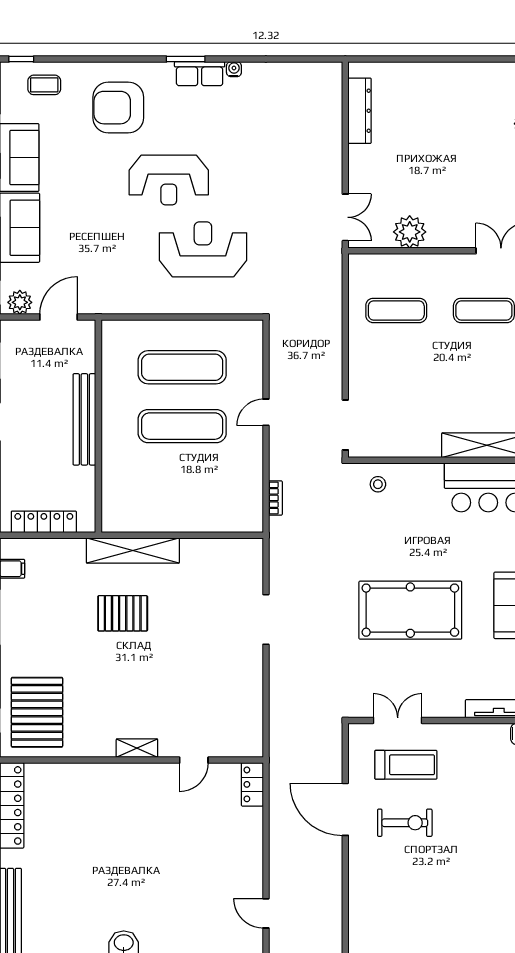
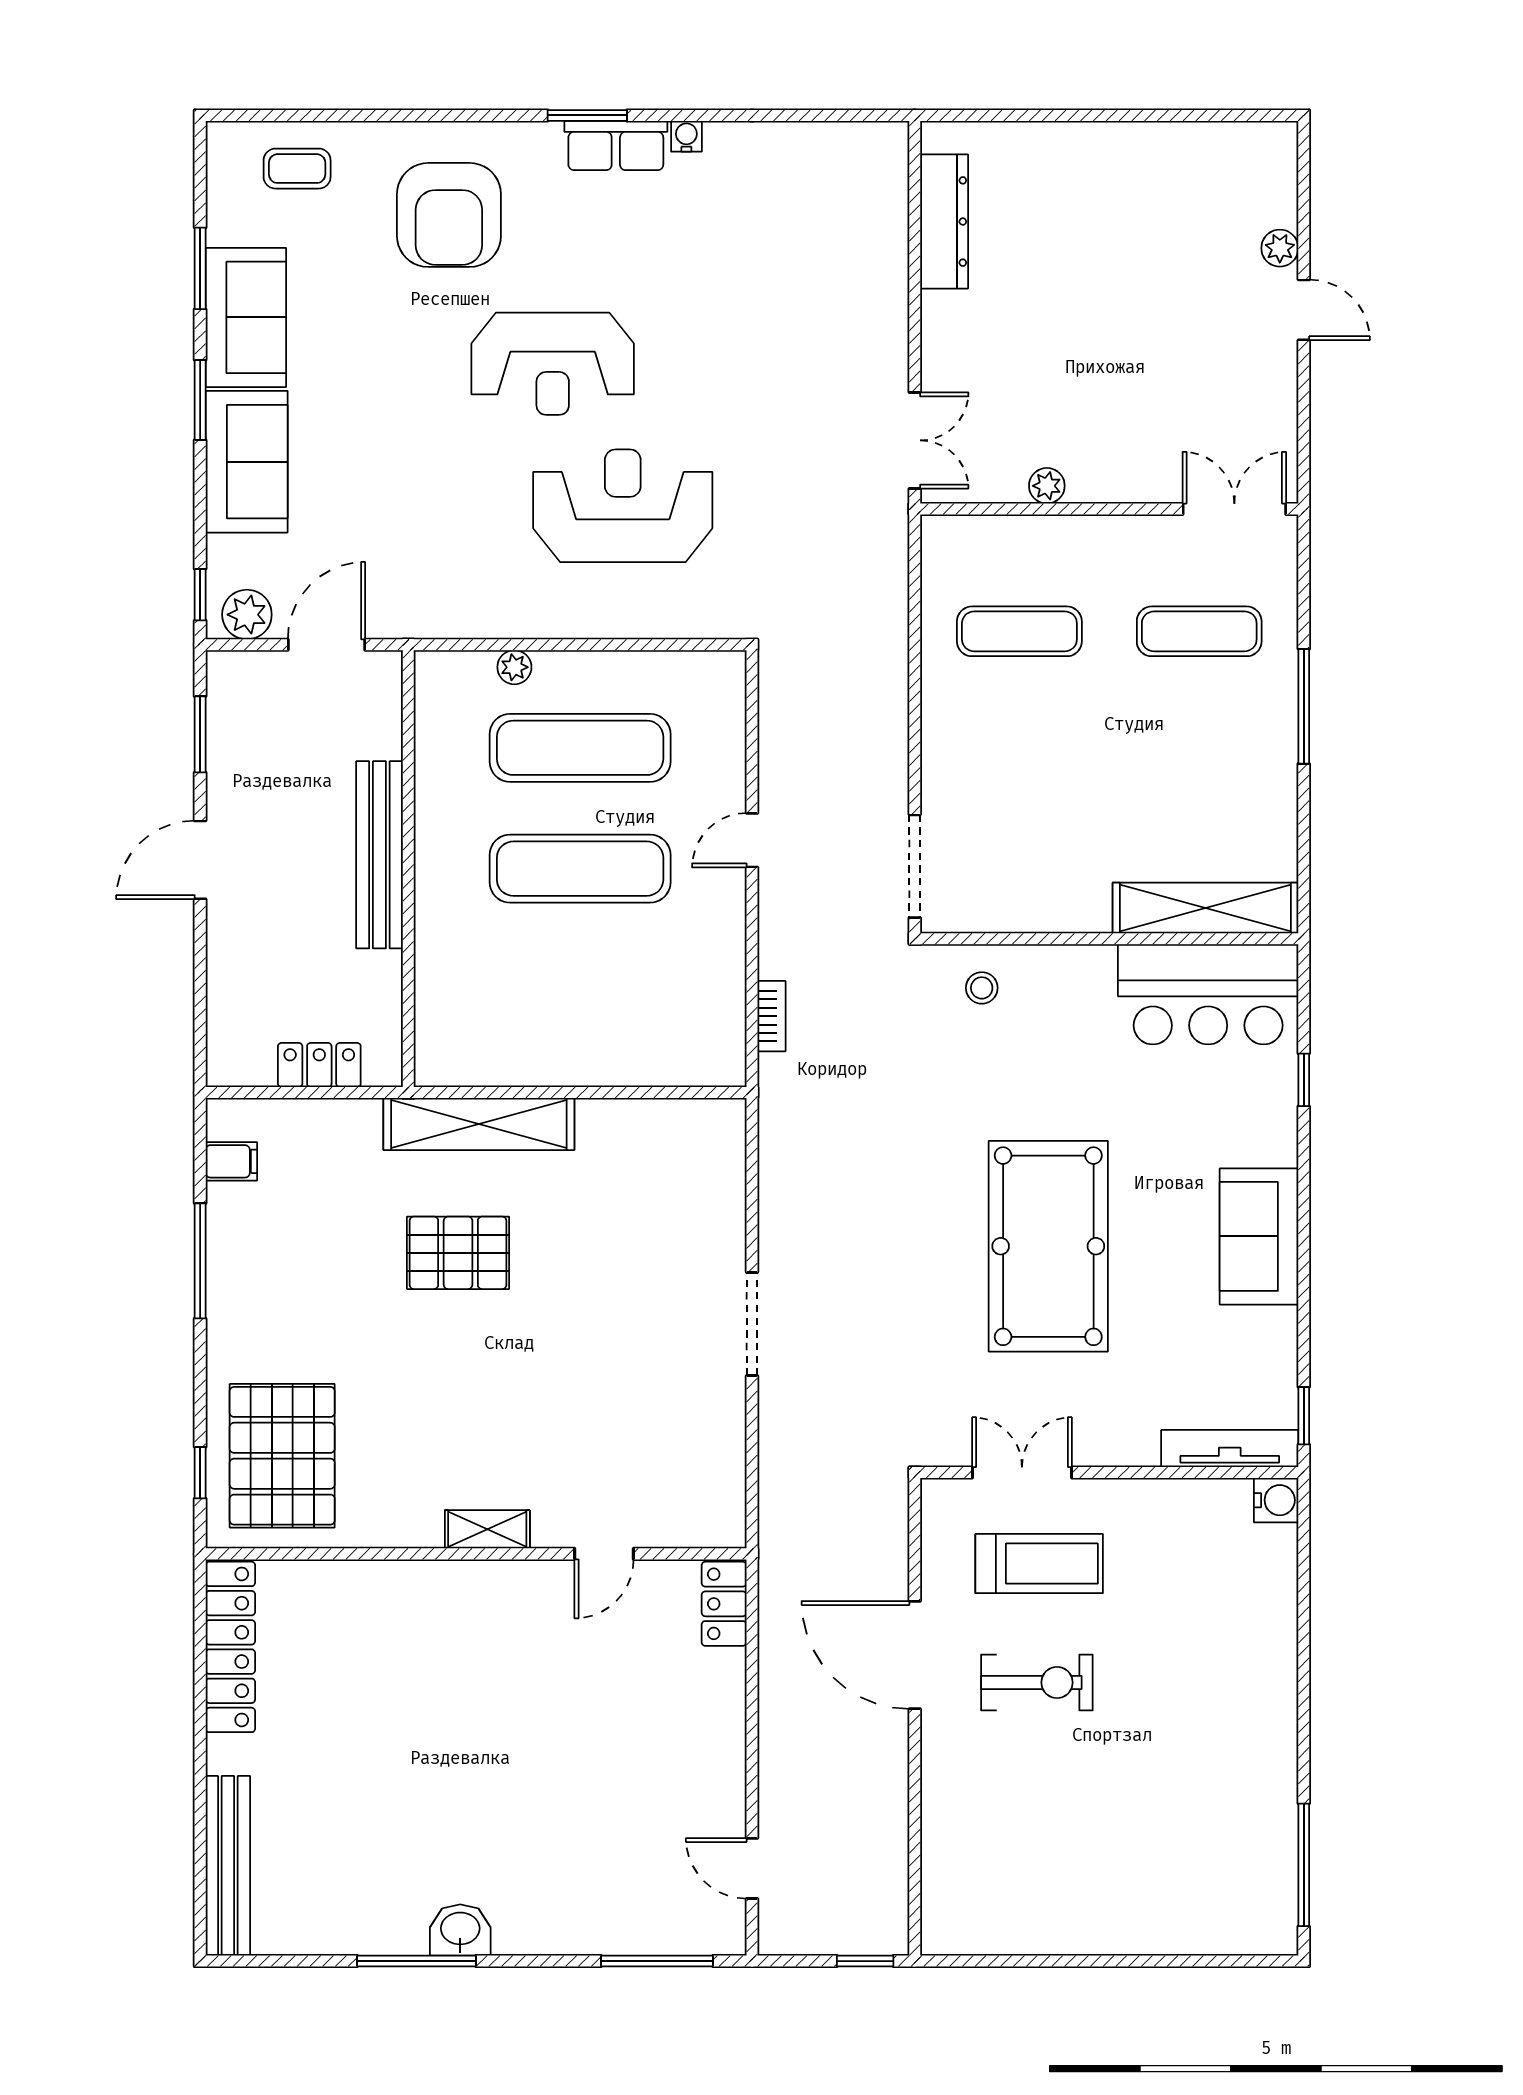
window: (21, 59) -> (250, 115), removed
armchair: (118, 108) -> (449, 215), turned -90
plant: (410, 232) -> (1047, 486), width x0.53, depth x0.53
plant: (150, 328) -> (514, 667), added
locker: (44, 522) -> (319, 1065), width x0.66
pool table: (410, 610) -> (1048, 1246), turned 90
doorway: (266, 619) -> (752, 1324), moved

